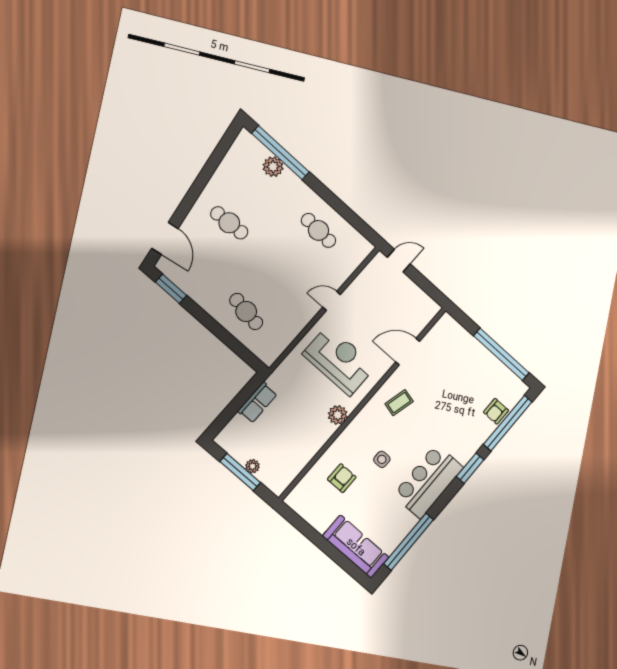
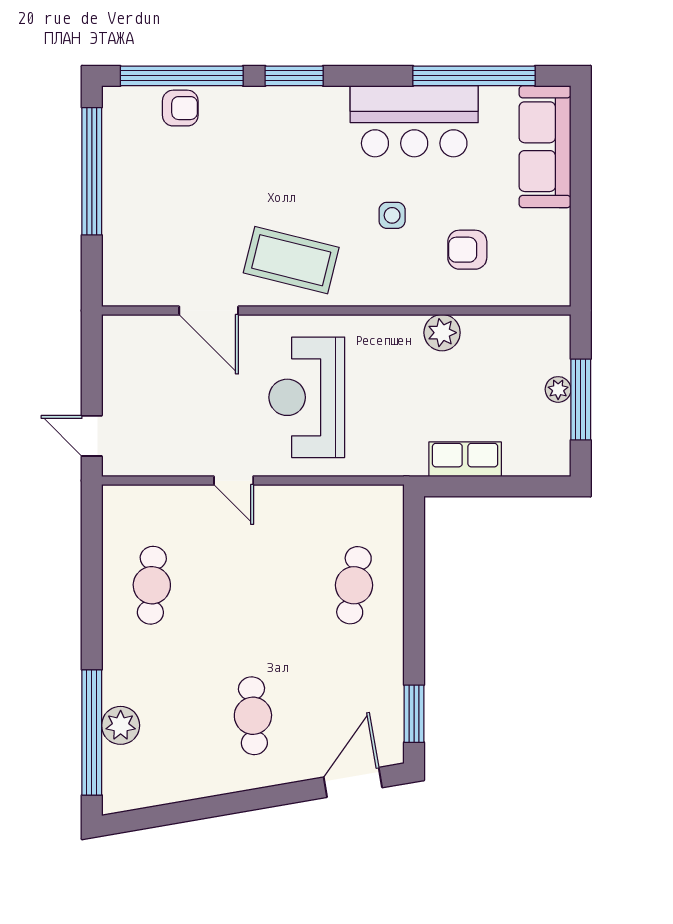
coffee table: (399, 403) -> (291, 260), width x1.86, depth x1.72
plant: (338, 415) -> (442, 333), moved
bar counter: (428, 481) -> (414, 121), moved

